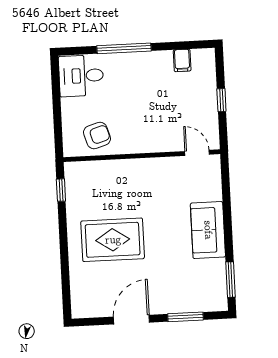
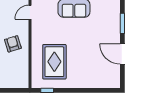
armchair: (97, 136) -> (13, 44), moved
rug: (113, 240) -> (54, 62), moved

